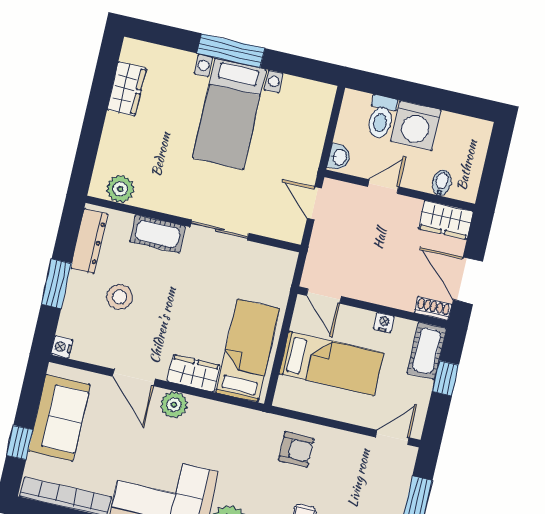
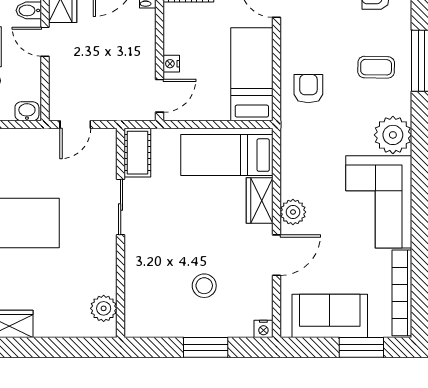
door: (383, 187) -> (45, 42), moved
cot: (157, 234) -> (137, 153), moved
dresser: (89, 241) -> (159, 326), removed
nightstand: (384, 322) -> (171, 64), moved
bed: (331, 363) -> (252, 74), moved
window: (20, 442) -> (361, 347), width x1.50

